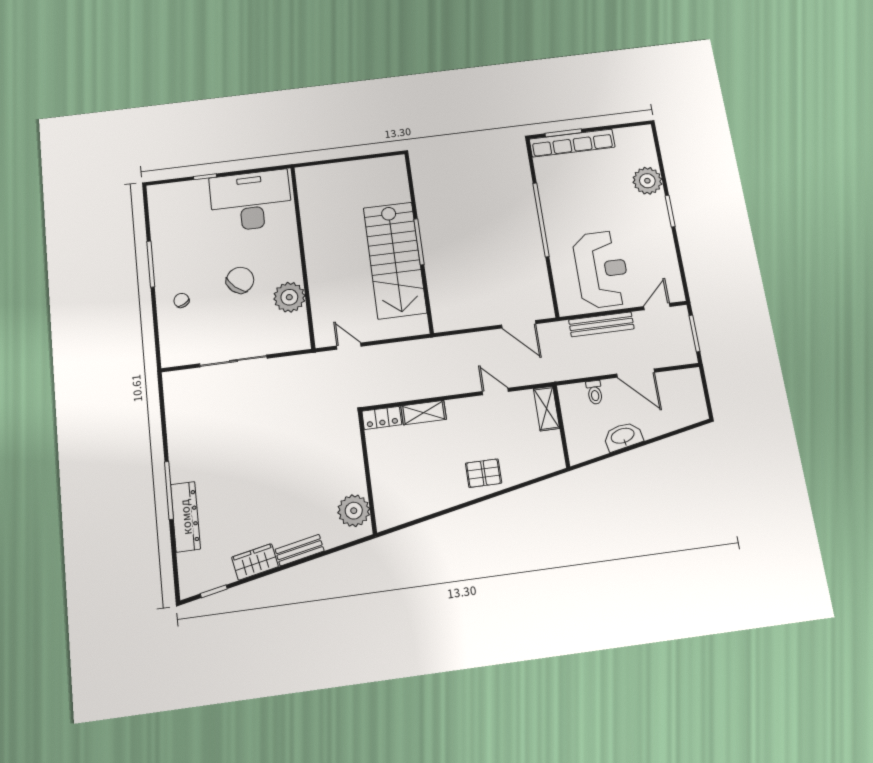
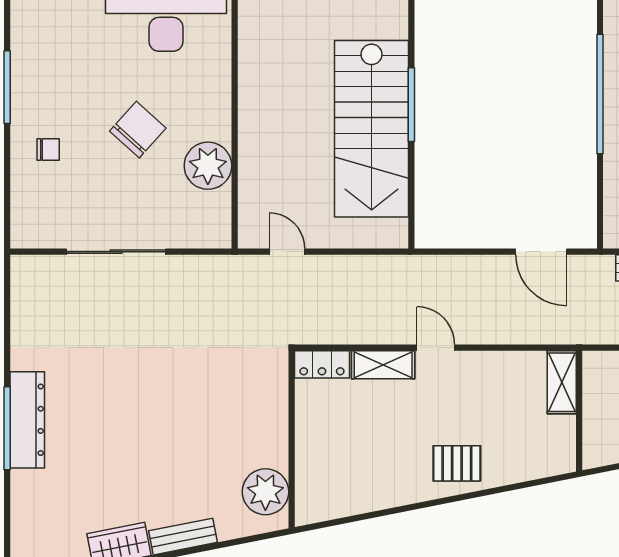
chair: (181, 300) -> (48, 150), turned 118
door: (495, 392) -> (436, 348), moved
dresser: (185, 517) -> (27, 420), moved

